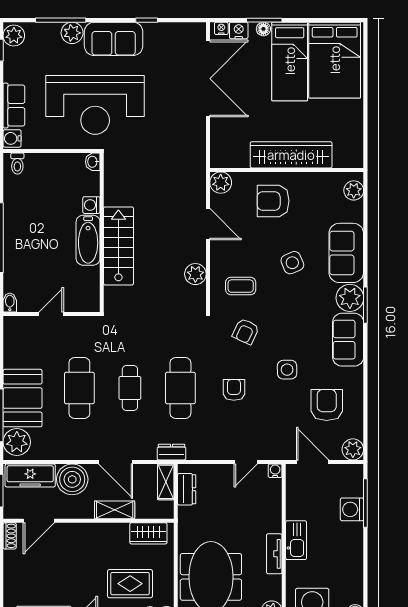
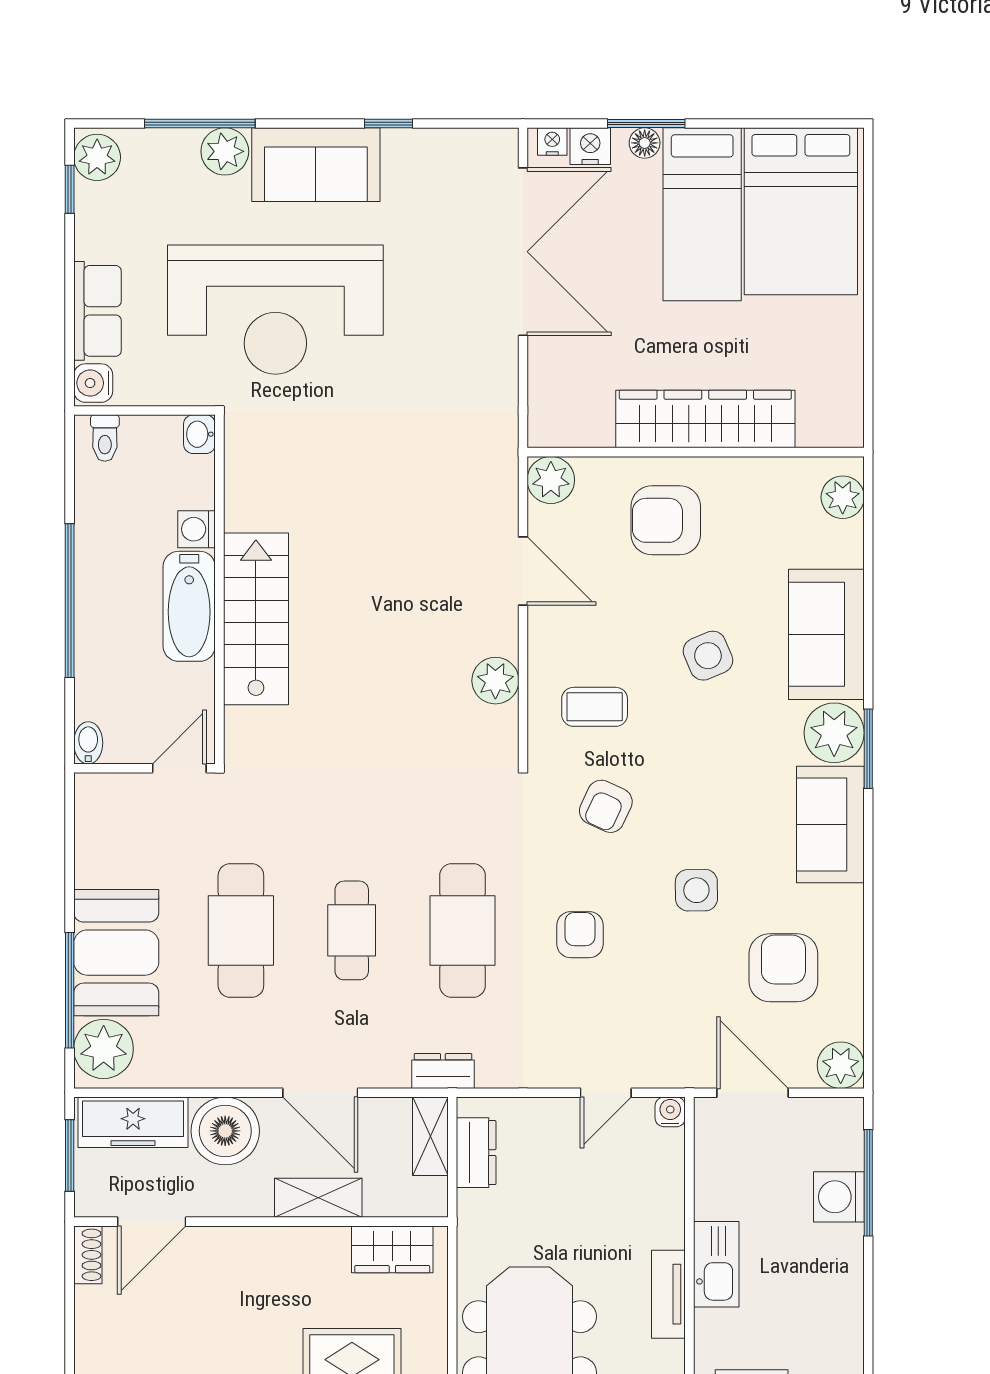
washbasin: (93, 162) -> (199, 434), moved
washing machine: (91, 205) -> (197, 529), moved
wall: (102, 232) -> (219, 589), moved
bathtub: (88, 240) -> (189, 606), moved
stairs: (118, 246) -> (256, 619), moved

